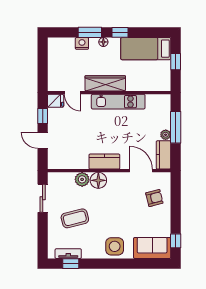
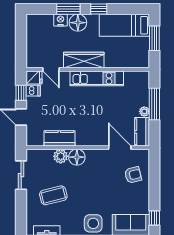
floor lamp: (103, 42) -> (78, 23), width x1.89, depth x1.89
window: (176, 62) -> (154, 38), width x1.50
dishwasher: (55, 114) -> (33, 91), added
kitchen counter: (104, 162) -> (59, 138), moved

